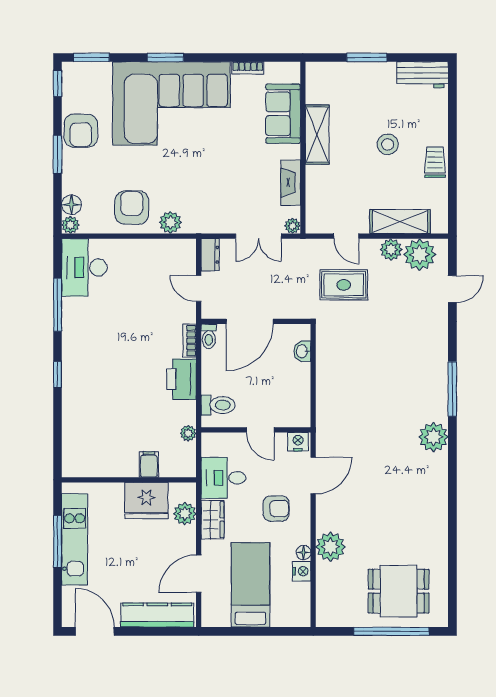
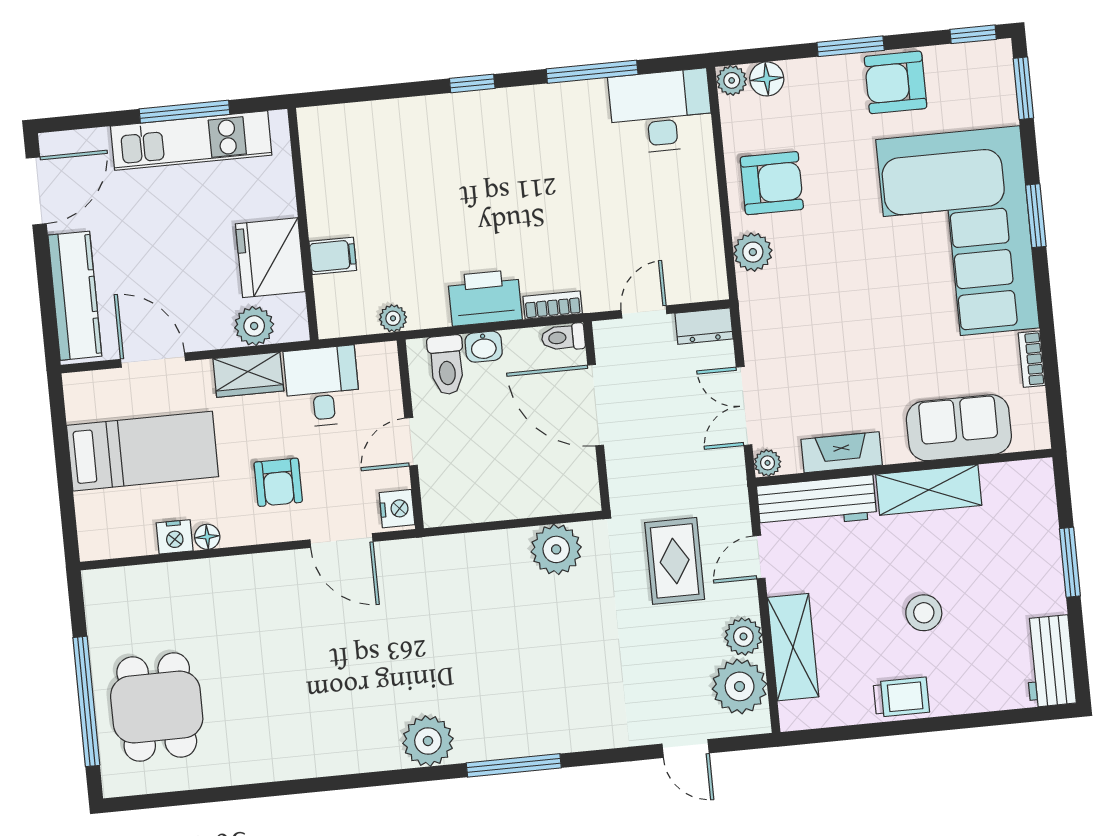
workbench: (318, 200) -> (817, 502), added
washbasin: (302, 351) -> (484, 347), moved, turned 180
plant: (330, 547) -> (556, 549), moved

